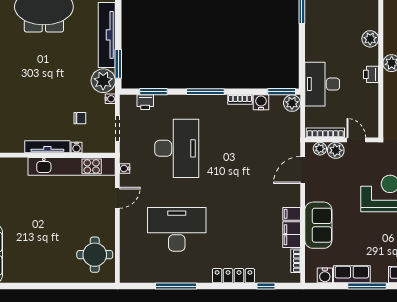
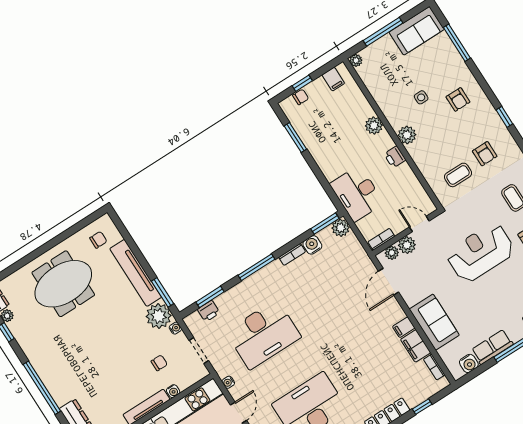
bookcase: (325, 133) -> (381, 239), width x0.64
desk: (177, 148) -> (263, 334), turned 90

